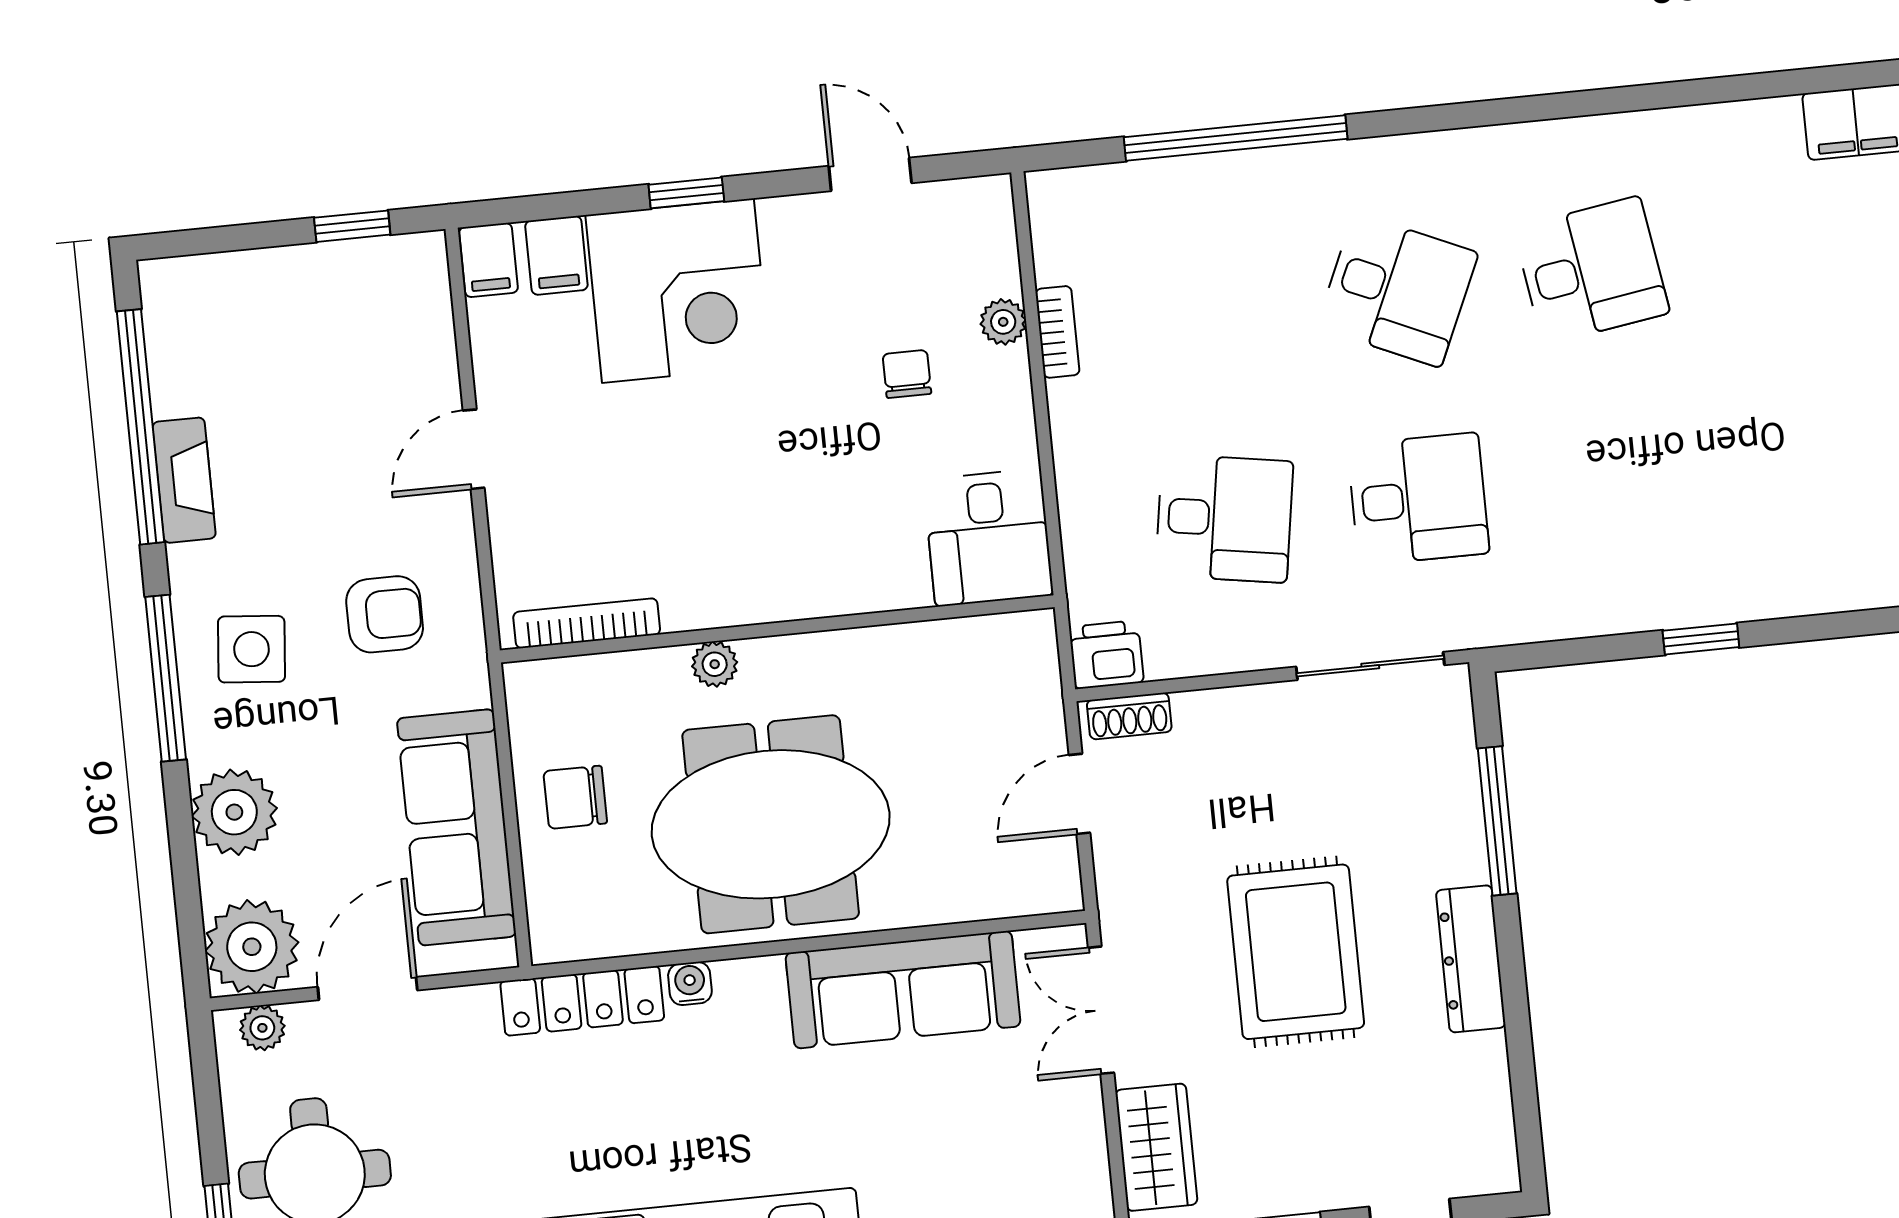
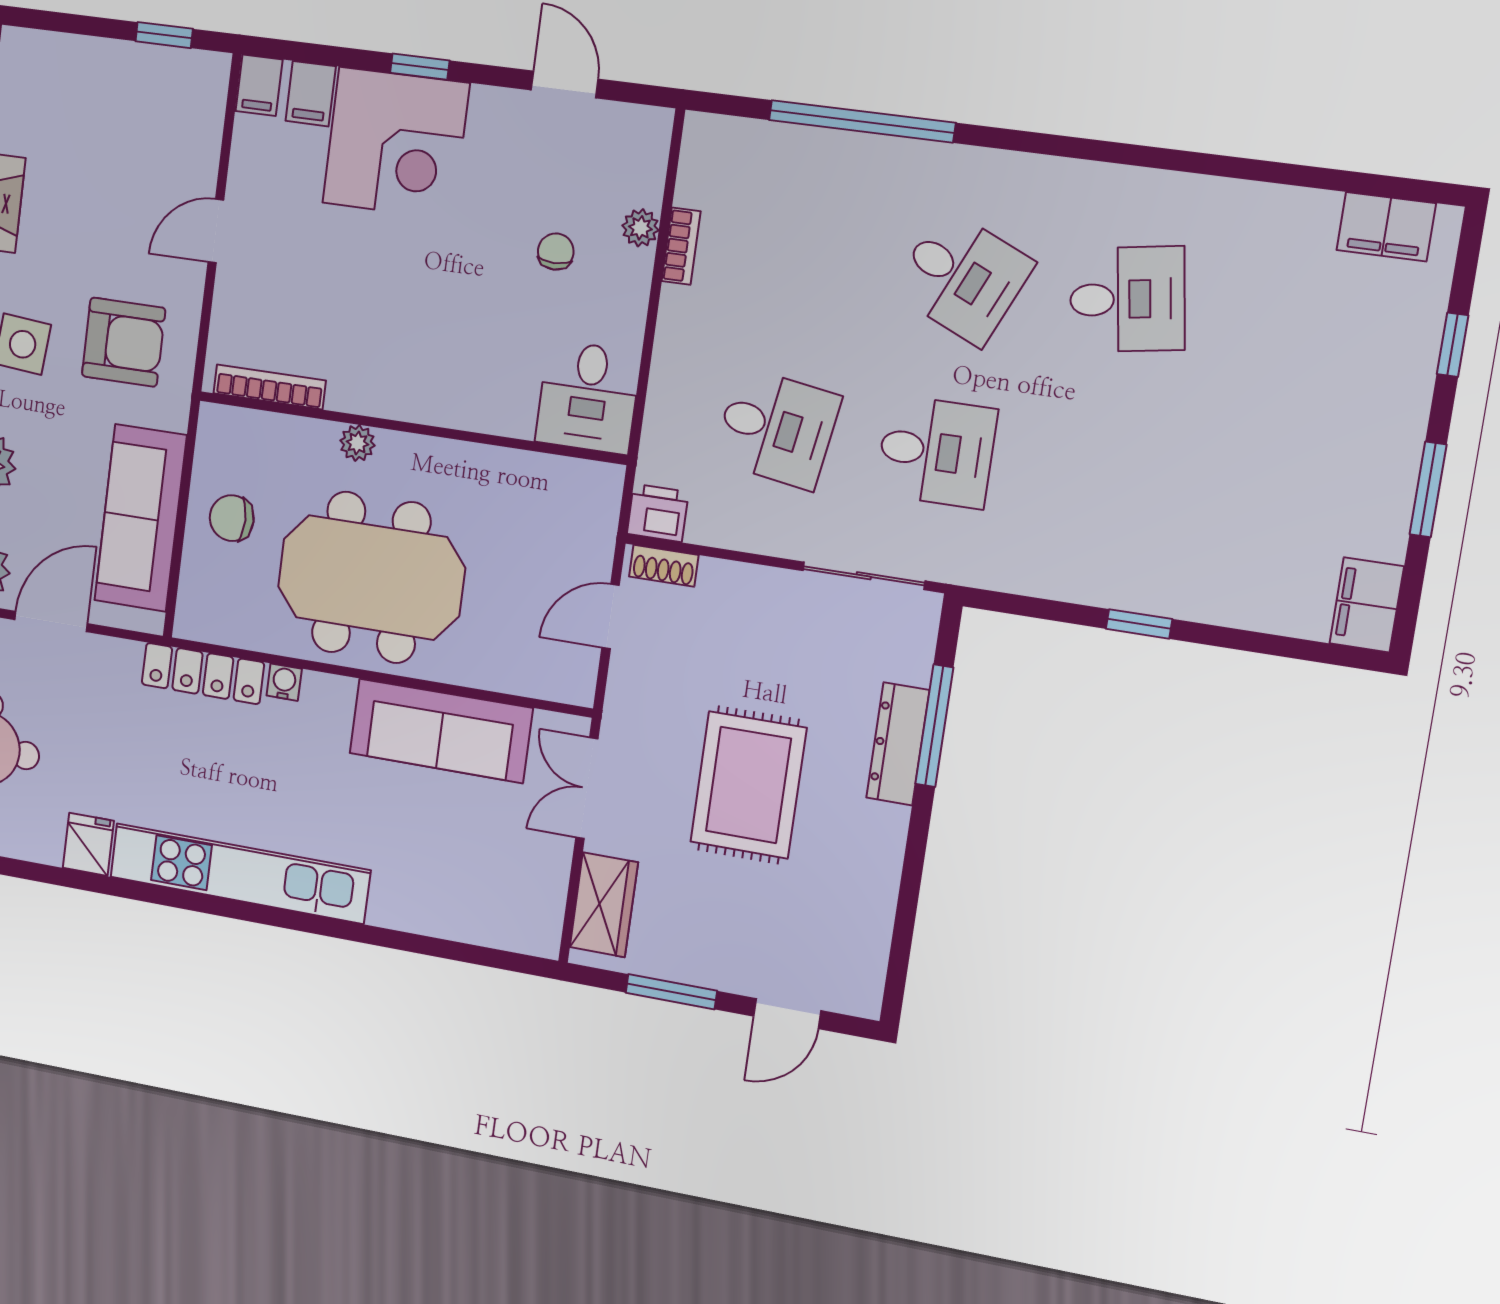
armchair: (385, 614) -> (124, 342), width x1.38, depth x1.38
dresser: (1471, 959) -> (898, 744), moved

